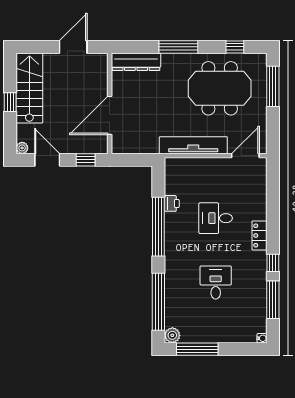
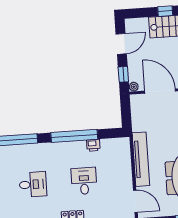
plant: (22, 148) -> (134, 87), moved

